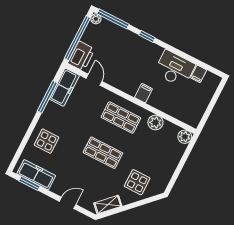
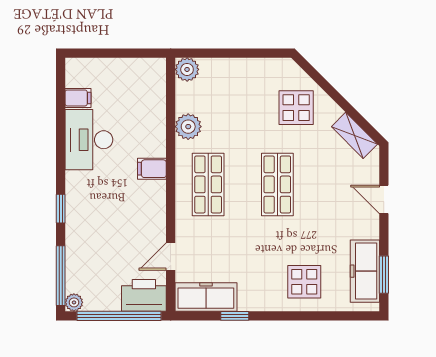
window: (47, 97) -> (235, 316), width x0.46

